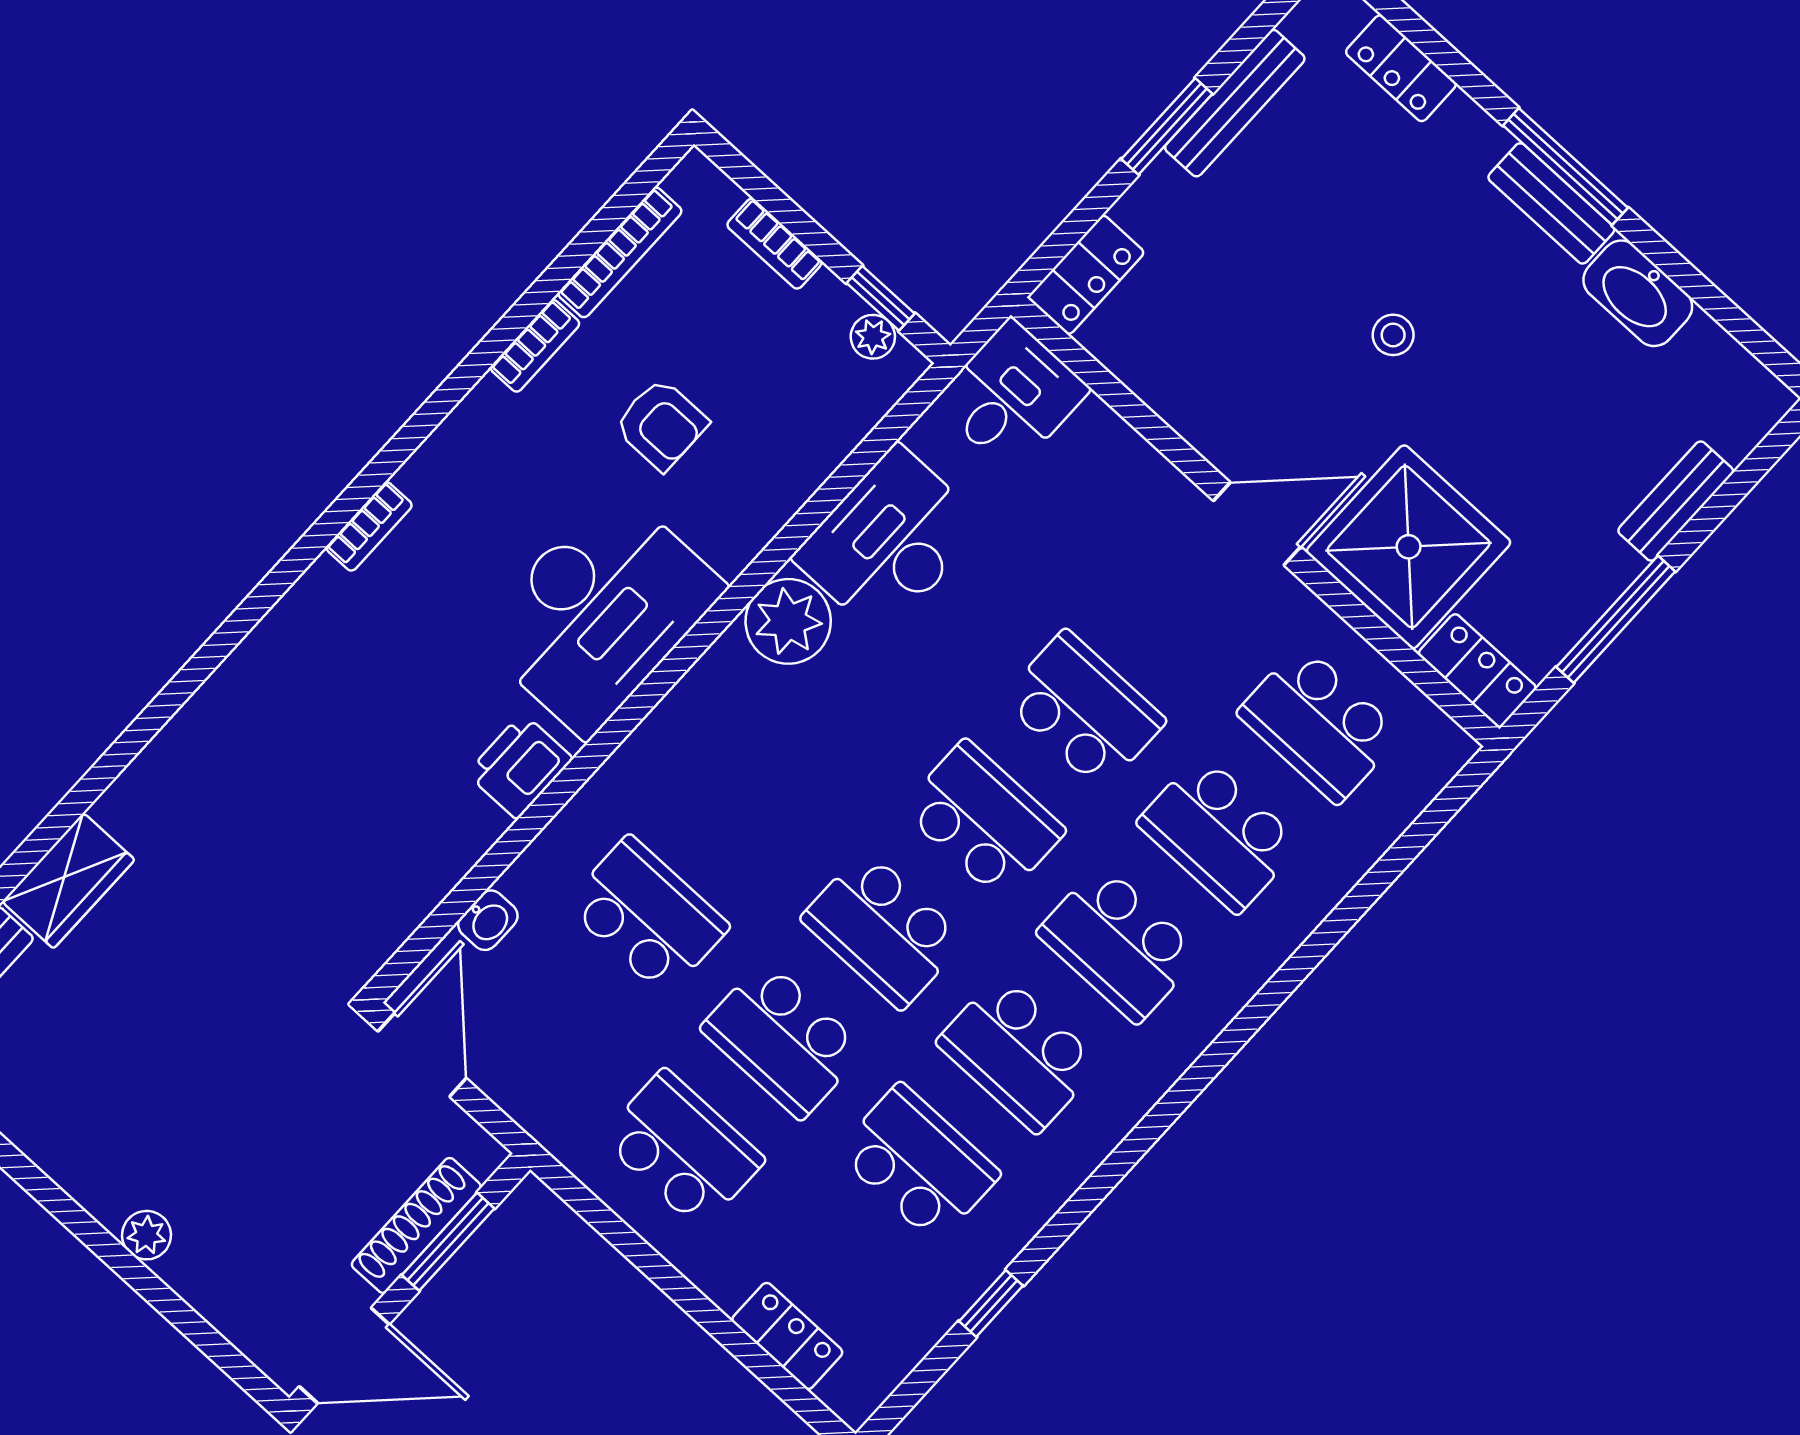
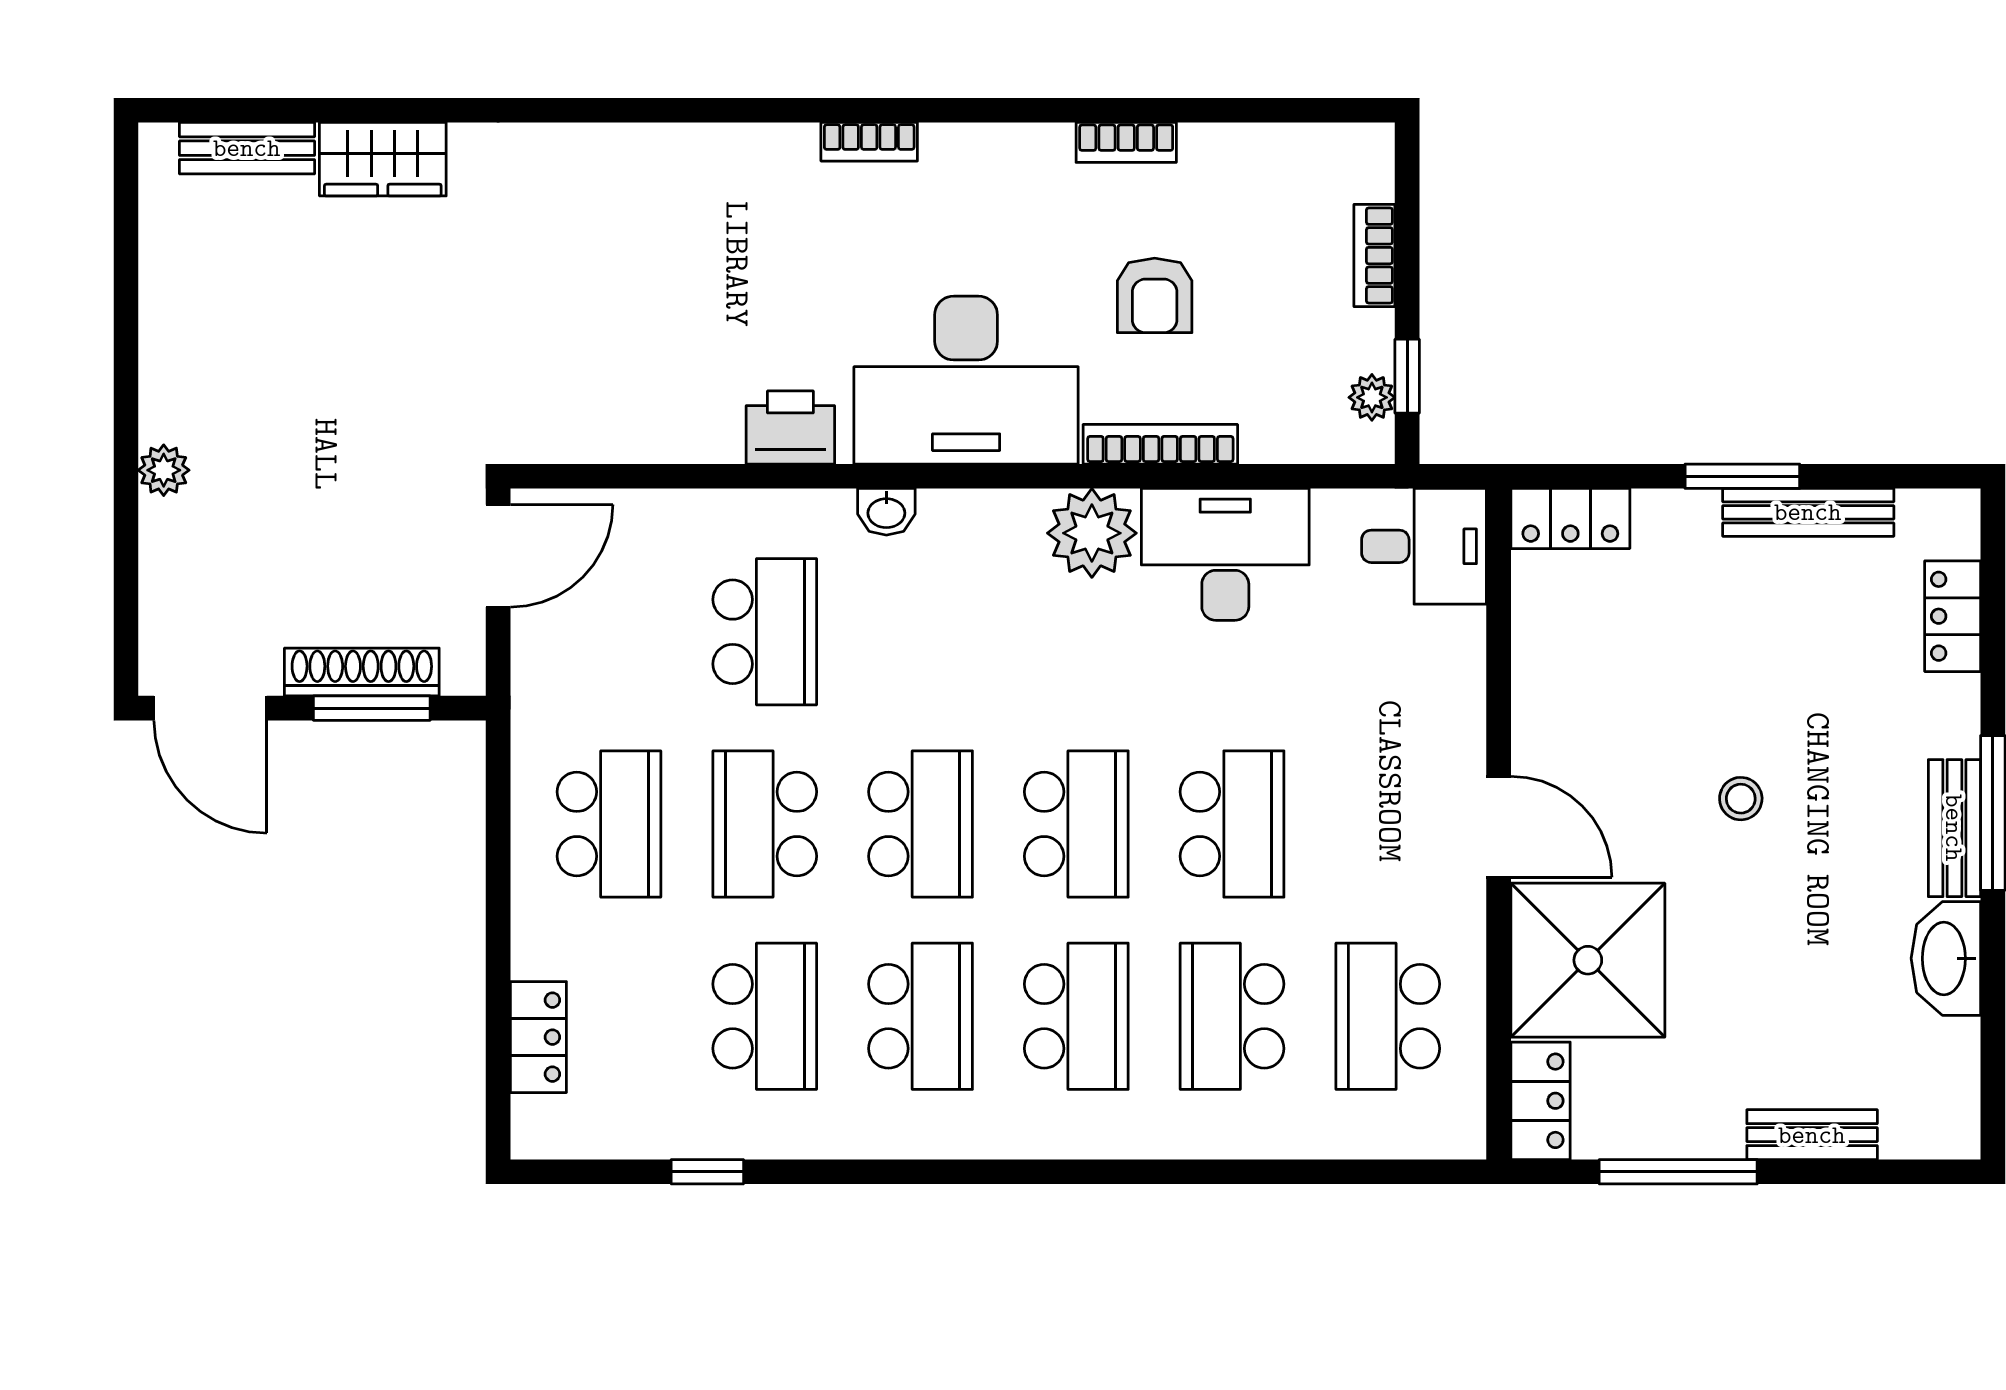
bookcase: (620, 252) -> (1160, 444), moved, turned 180
washbasin: (488, 920) -> (886, 512), moved
school desk: (883, 929) -> (921, 824), turned 180
school desk: (1119, 943) -> (1076, 1016), turned 180
school desk: (1019, 1053) -> (921, 1016), turned 180

